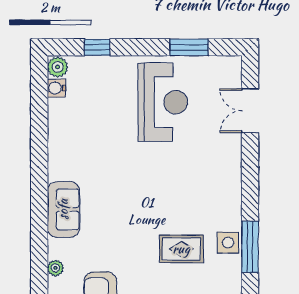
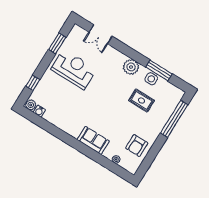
plant: (227, 196) -> (131, 67), added
rug: (181, 249) -> (142, 100), turned 90

